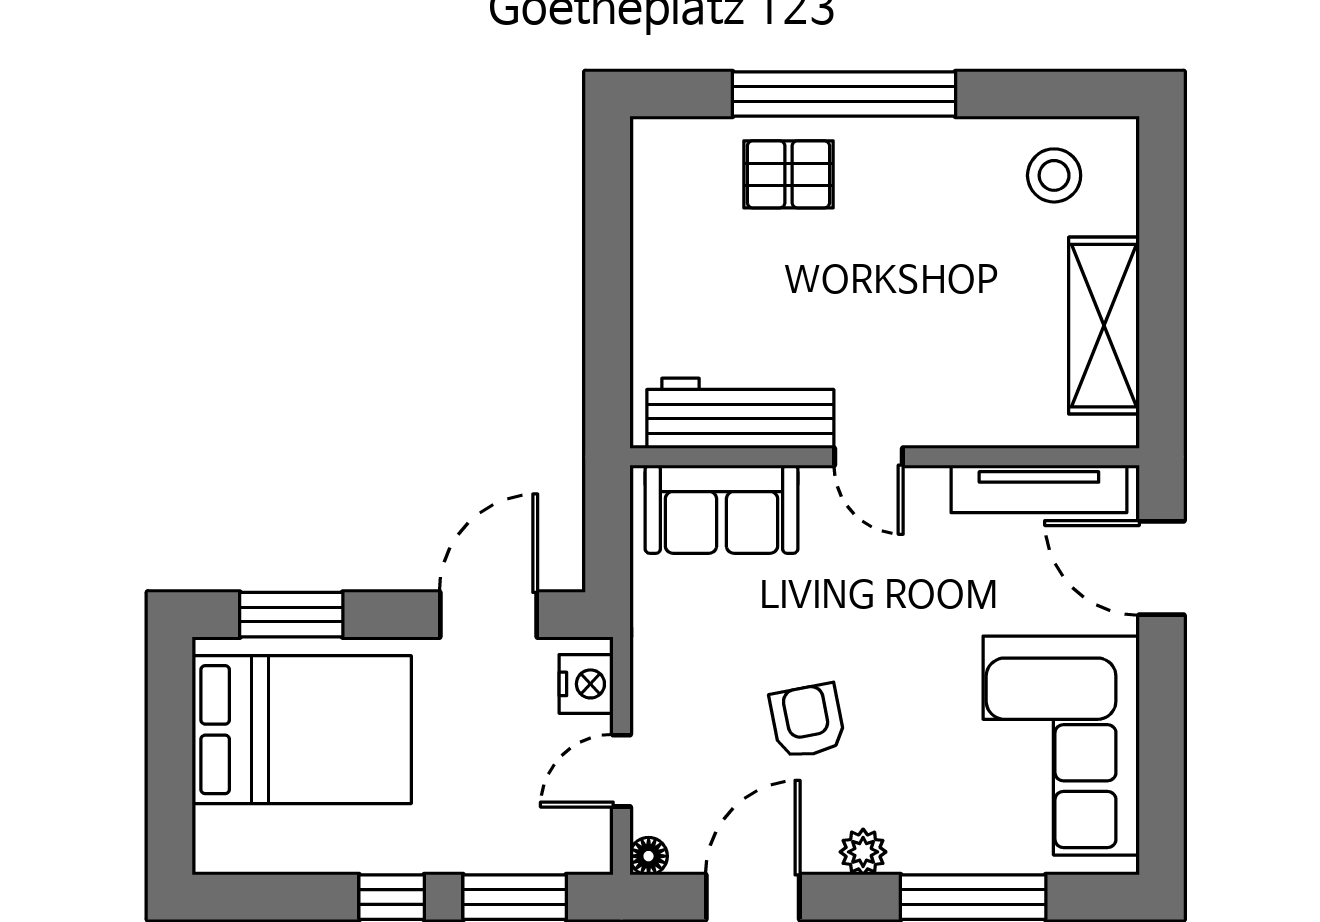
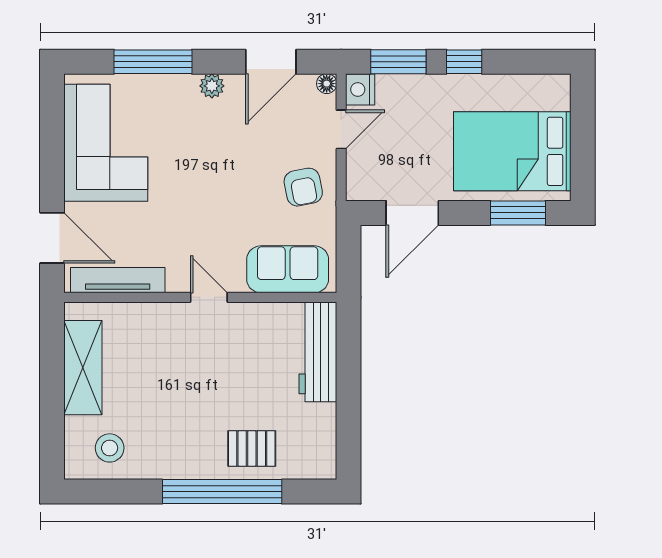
workbench: (740, 413) -> (318, 352), moved, turned 90
nightstand: (586, 684) -> (360, 90), moved
armchair: (807, 721) -> (303, 187), moved

